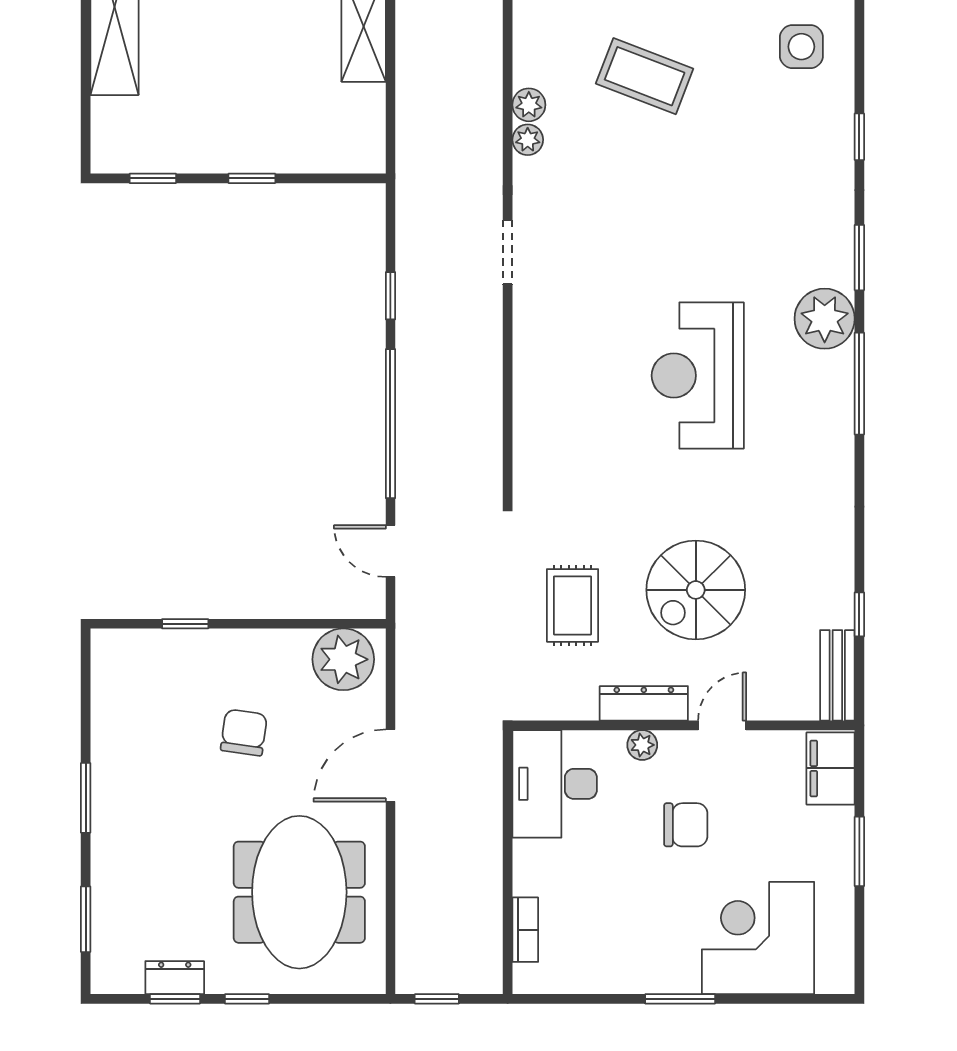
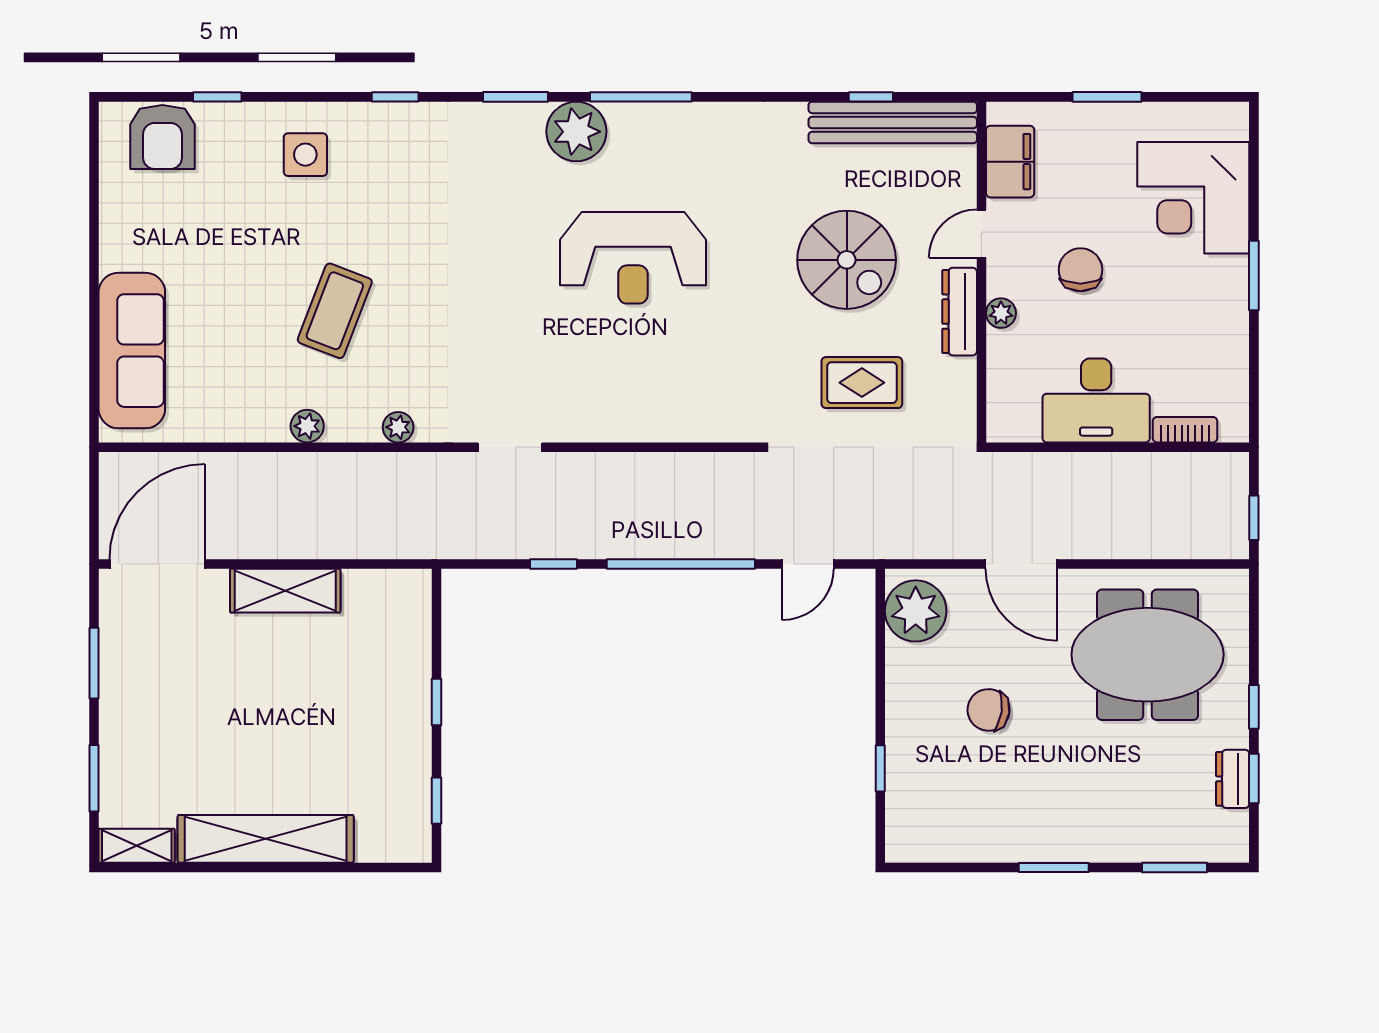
plant: (529, 105) -> (307, 426), moved
bench: (837, 675) -> (893, 122), width x1.86, depth x1.21
door: (722, 725) -> (981, 234), hinge flipped
filing cabinet: (831, 768) -> (1010, 162), moved, turned -90
desk: (555, 784) -> (1096, 400), moved

